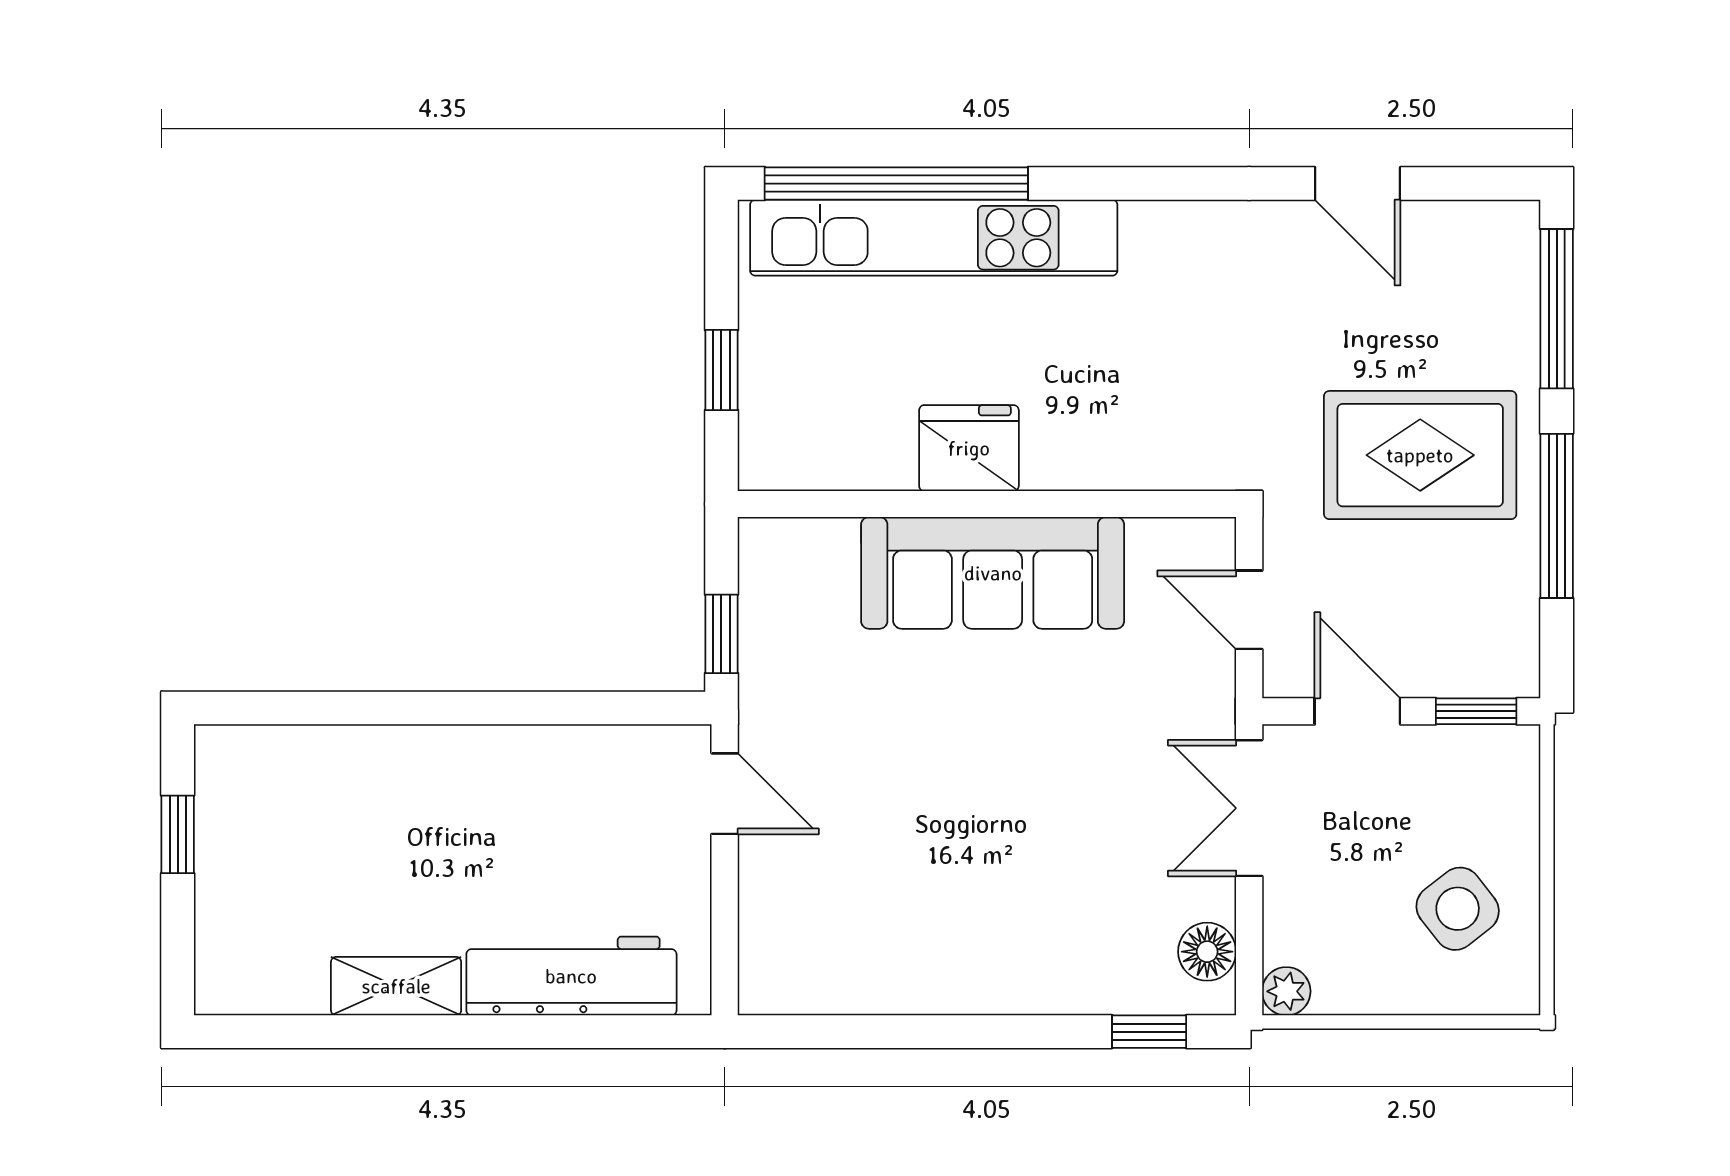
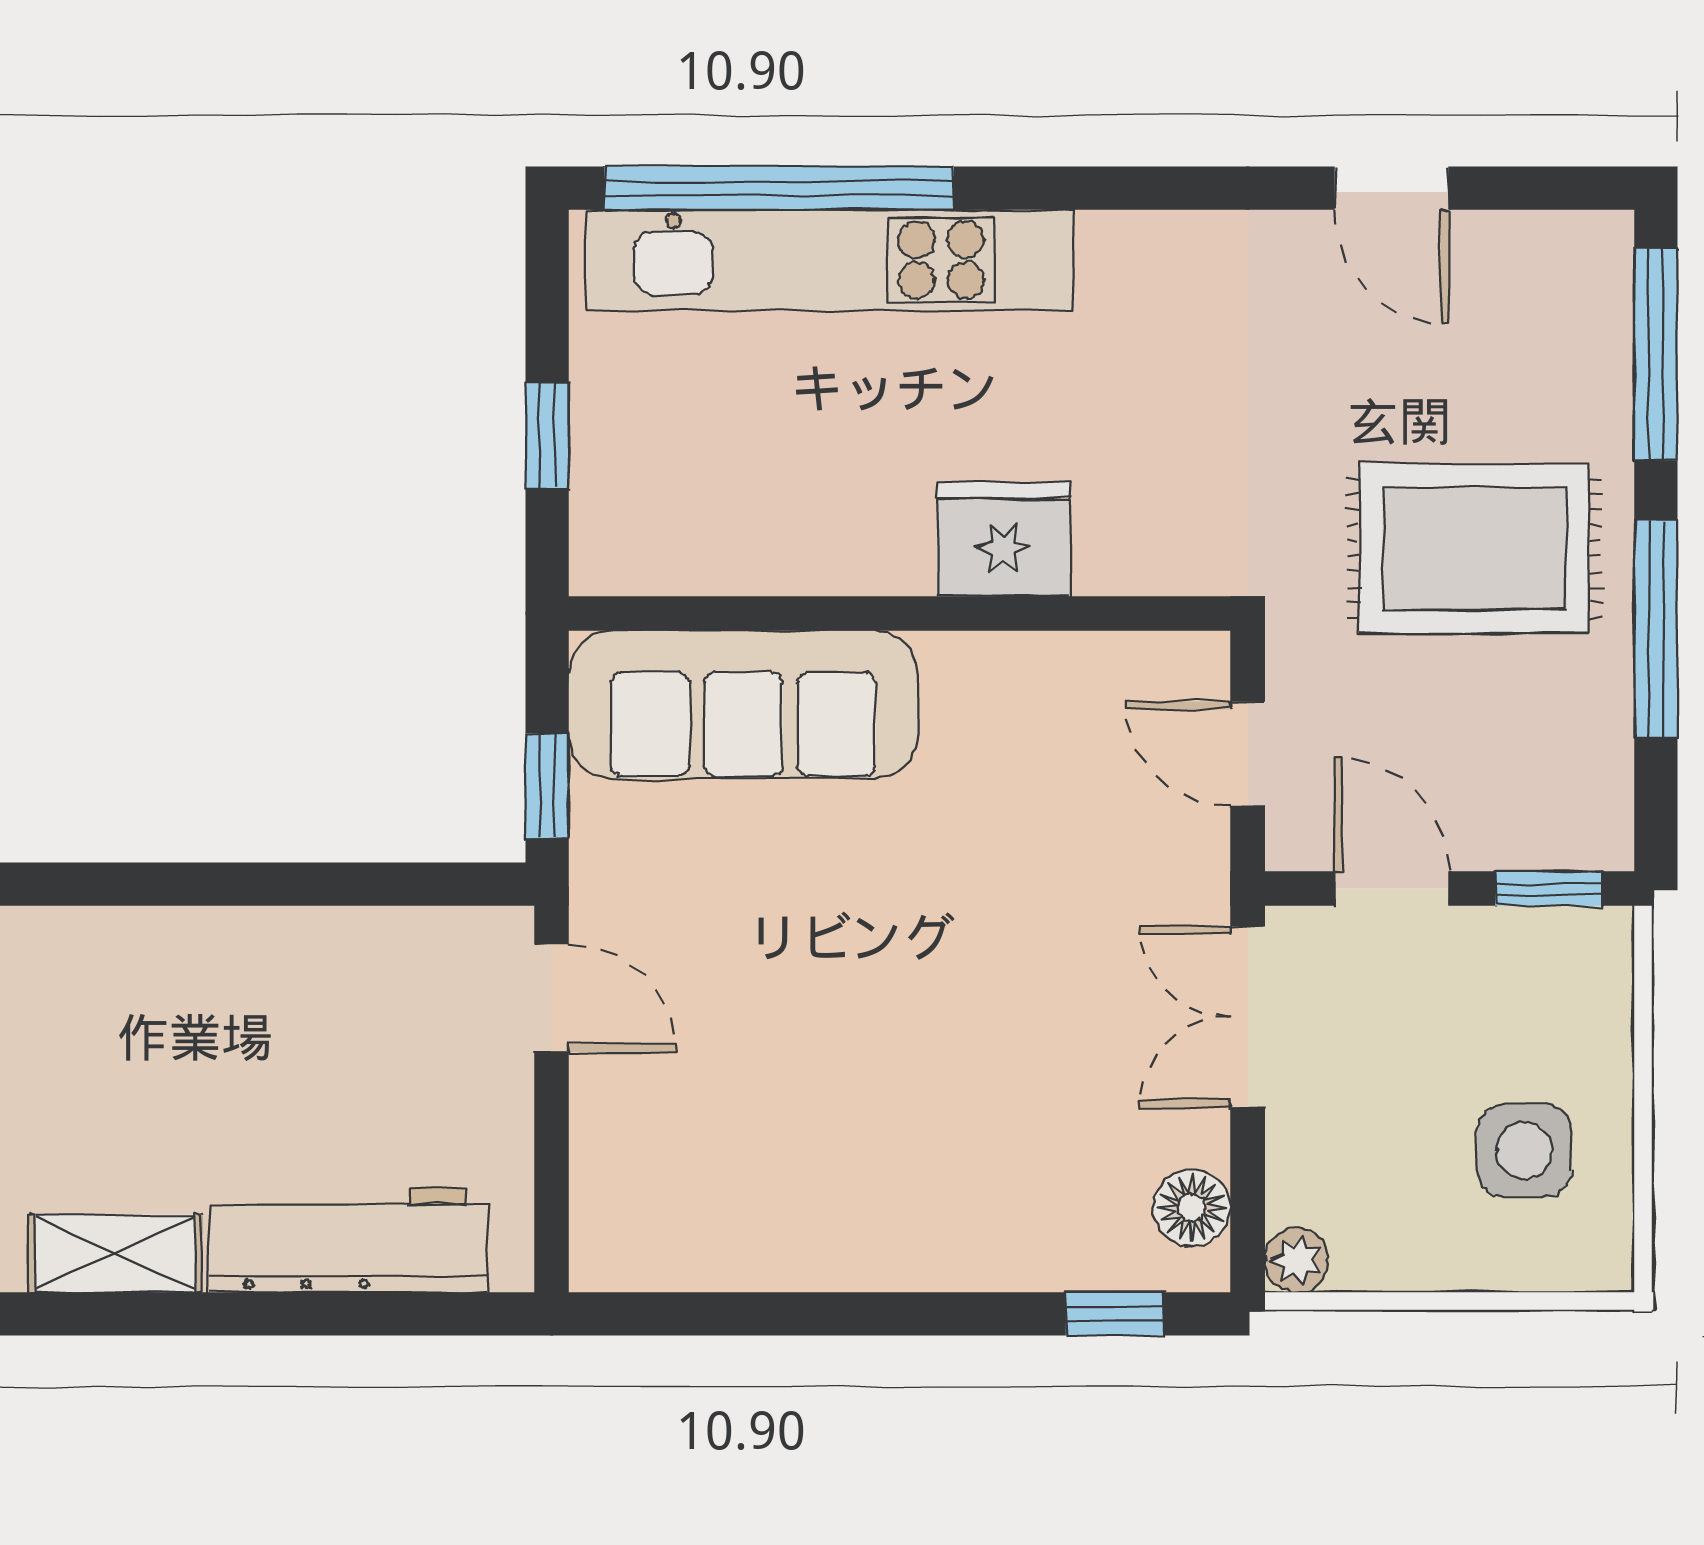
fridge: (969, 448) -> (1003, 539), moved
sofa: (993, 573) -> (743, 705), moved
side table: (1458, 909) -> (1524, 1151), turned 38

